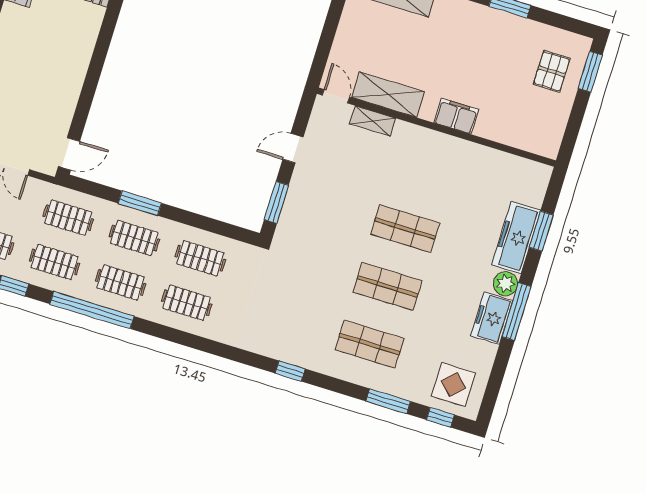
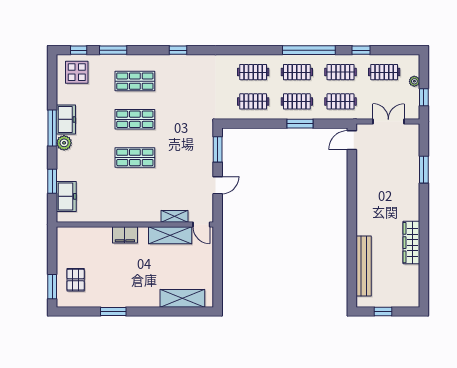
freezer: (516, 238) -> (66, 196), moved, width x0.71

